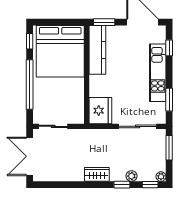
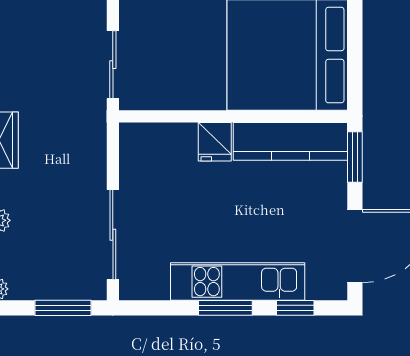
window: (169, 100) -> (225, 308), moved
fridge: (100, 111) -> (215, 142), moved, width x0.53, depth x0.75
sliding door: (53, 126) -> (113, 65), moved

